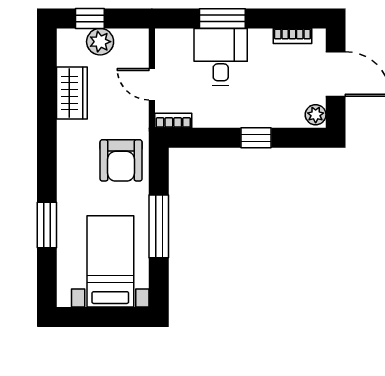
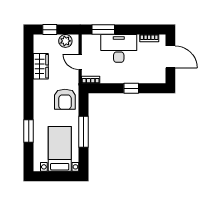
window: (222, 18) -> (103, 30), moved
plant: (100, 42) -> (65, 41), moved
desk: (221, 57) -> (119, 48), width x1.37
plant: (316, 115) -> (161, 77), removed

